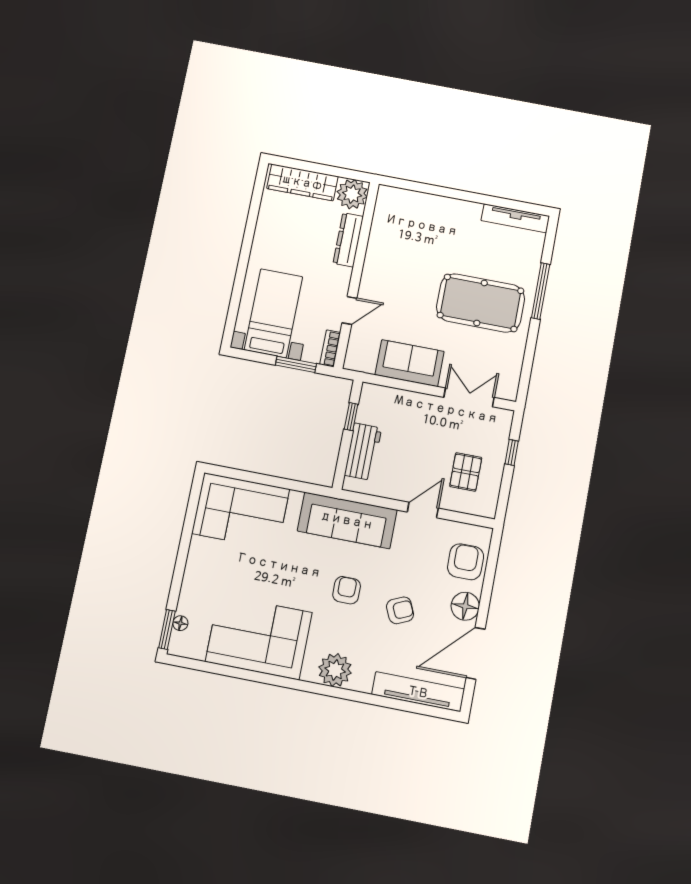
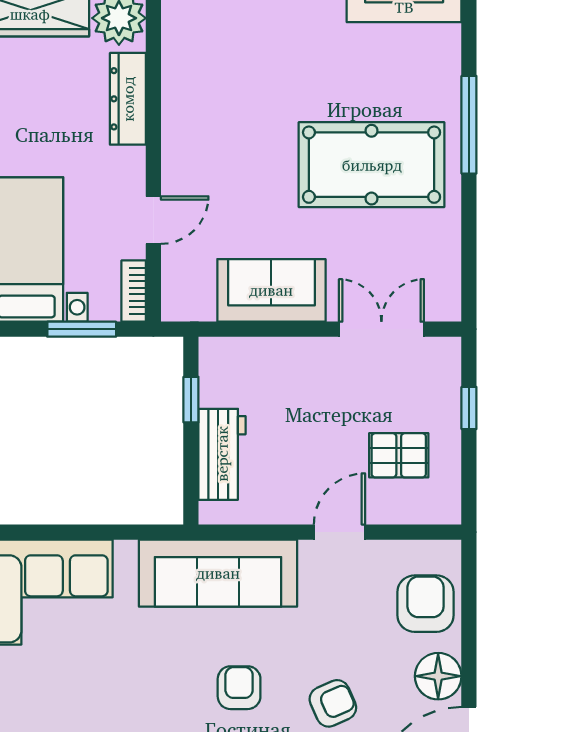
pallet: (466, 472) -> (399, 455), turned 90

